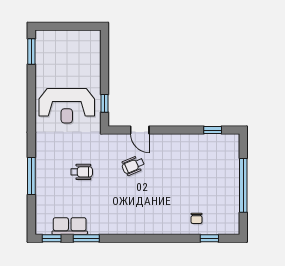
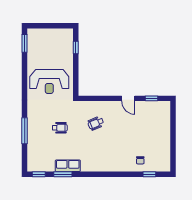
window: (104, 103) -> (76, 47), moved
door: (140, 130) -> (128, 98), moved
window: (243, 185) -> (173, 137), removed
row of seats: (70, 226) -> (68, 166), moved

